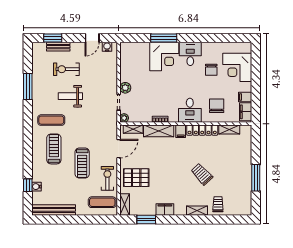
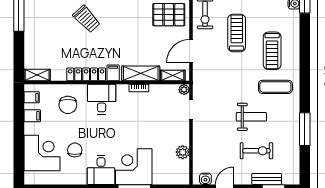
plant: (125, 88) -> (183, 152), moved
filing cabinet: (246, 112) -> (32, 97), width x0.50
shelving: (229, 129) -> (37, 75), moved

